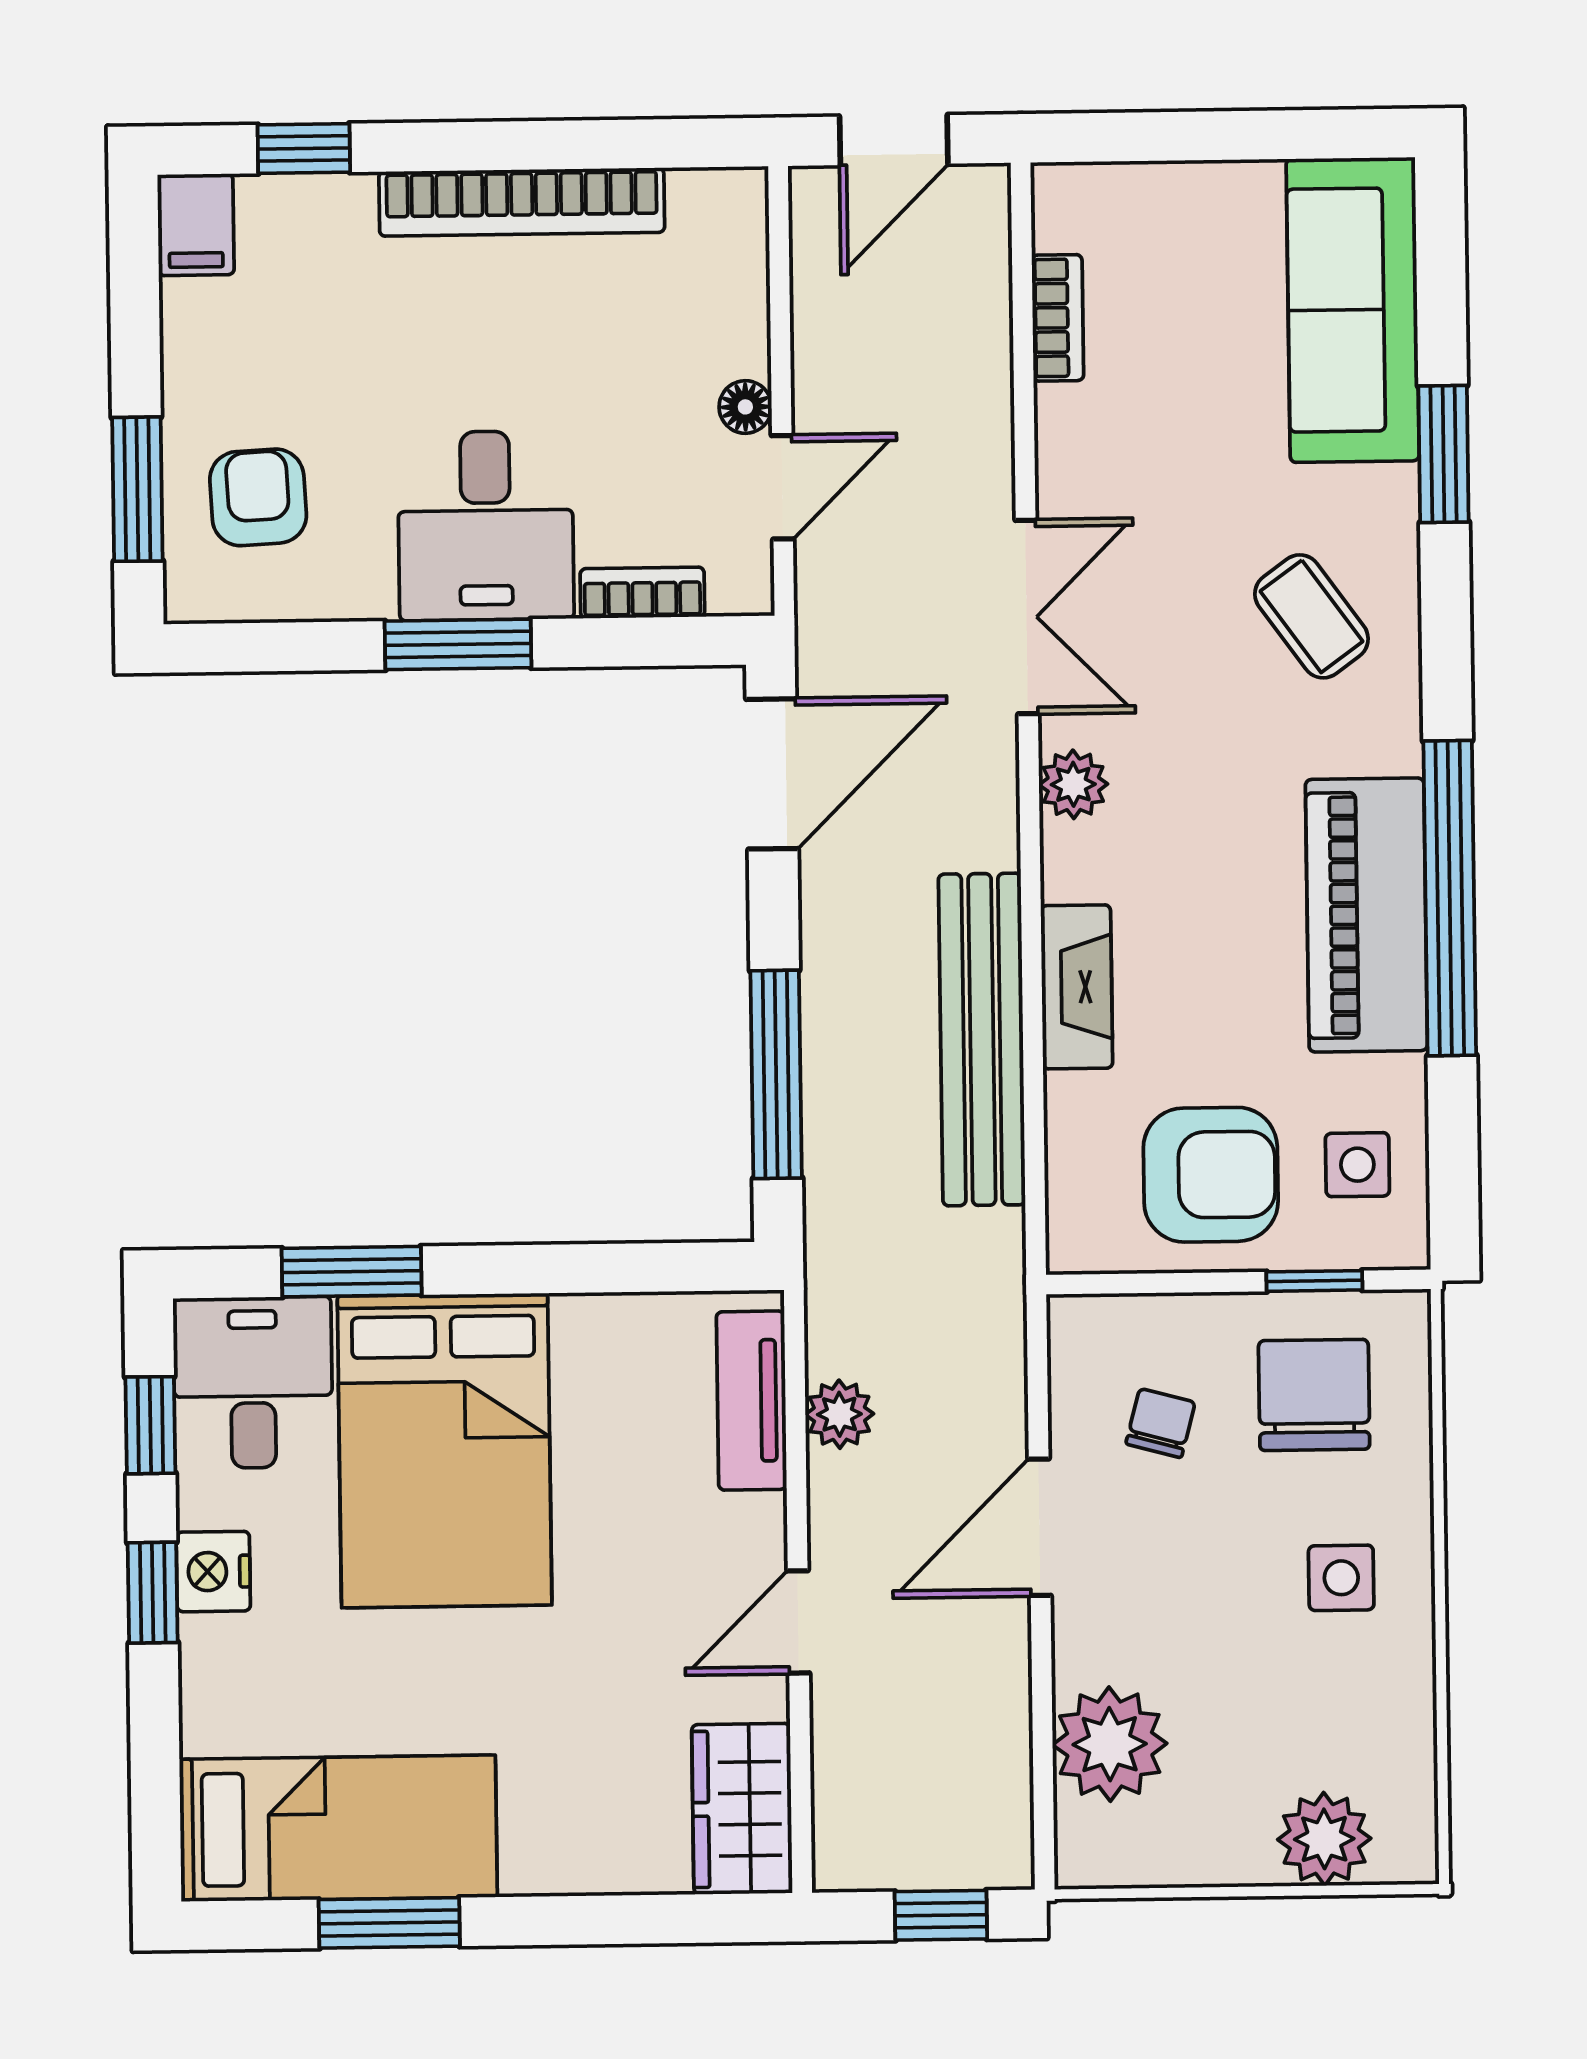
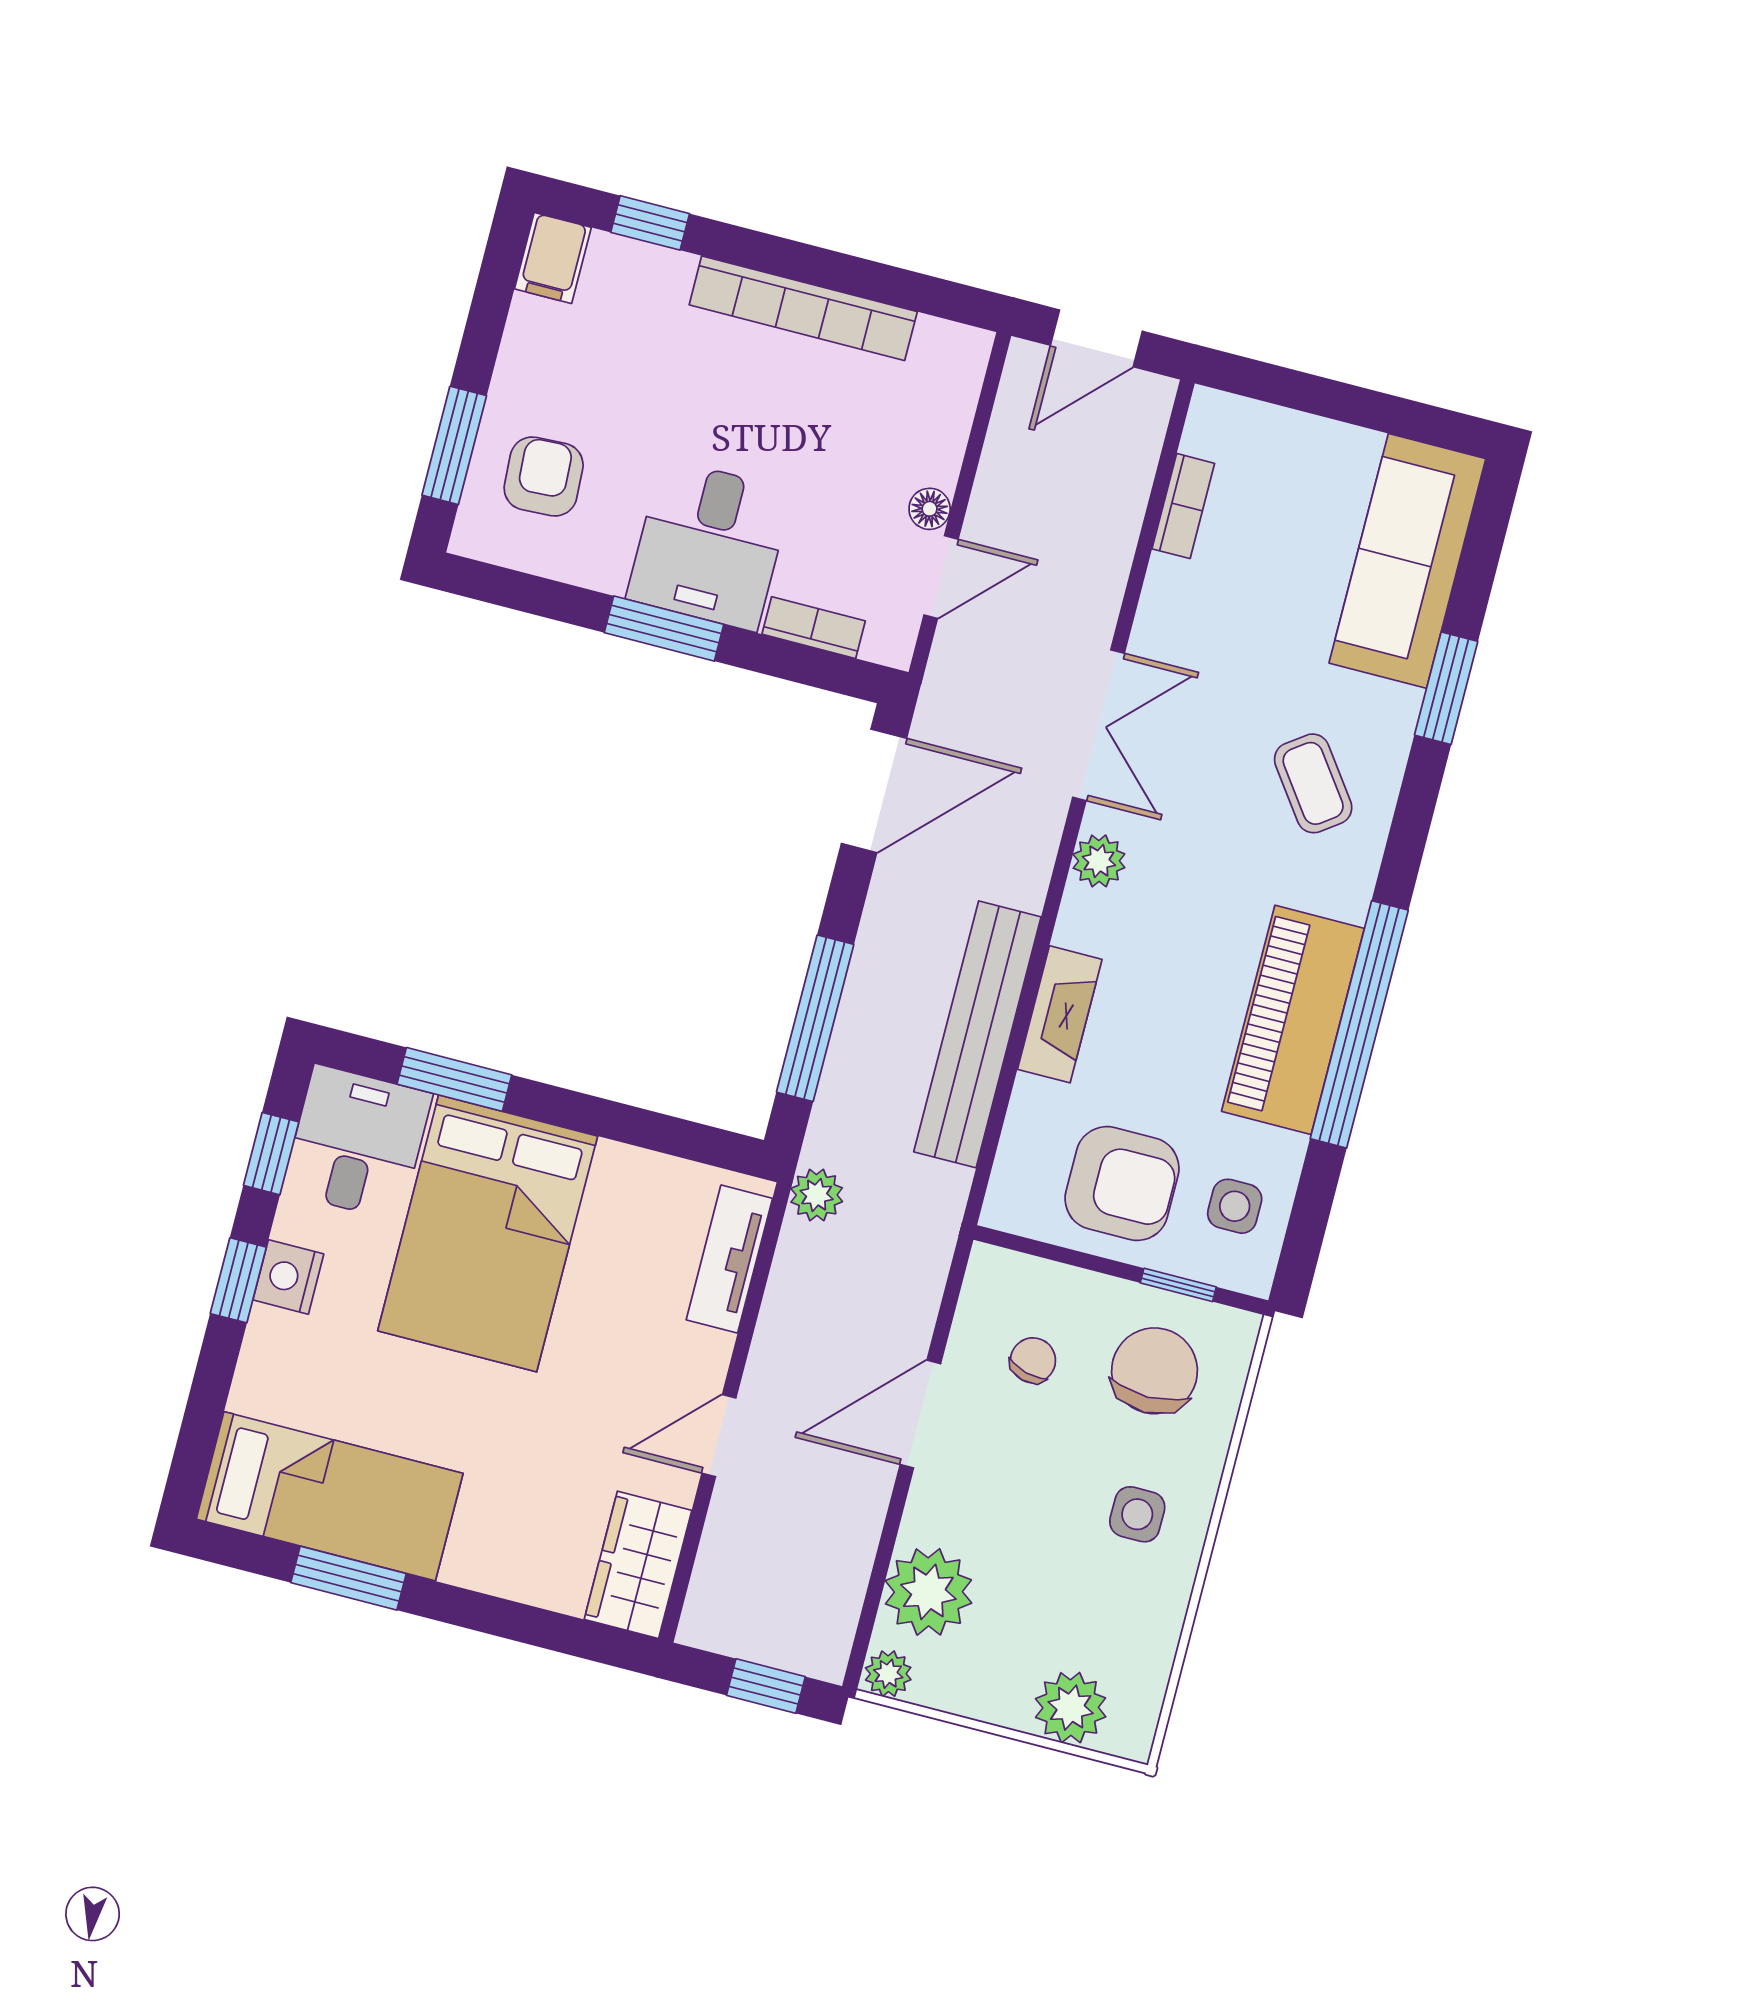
plant: (839, 1414) -> (817, 1195), moved
plant: (1088, 1859) -> (888, 1674), added

